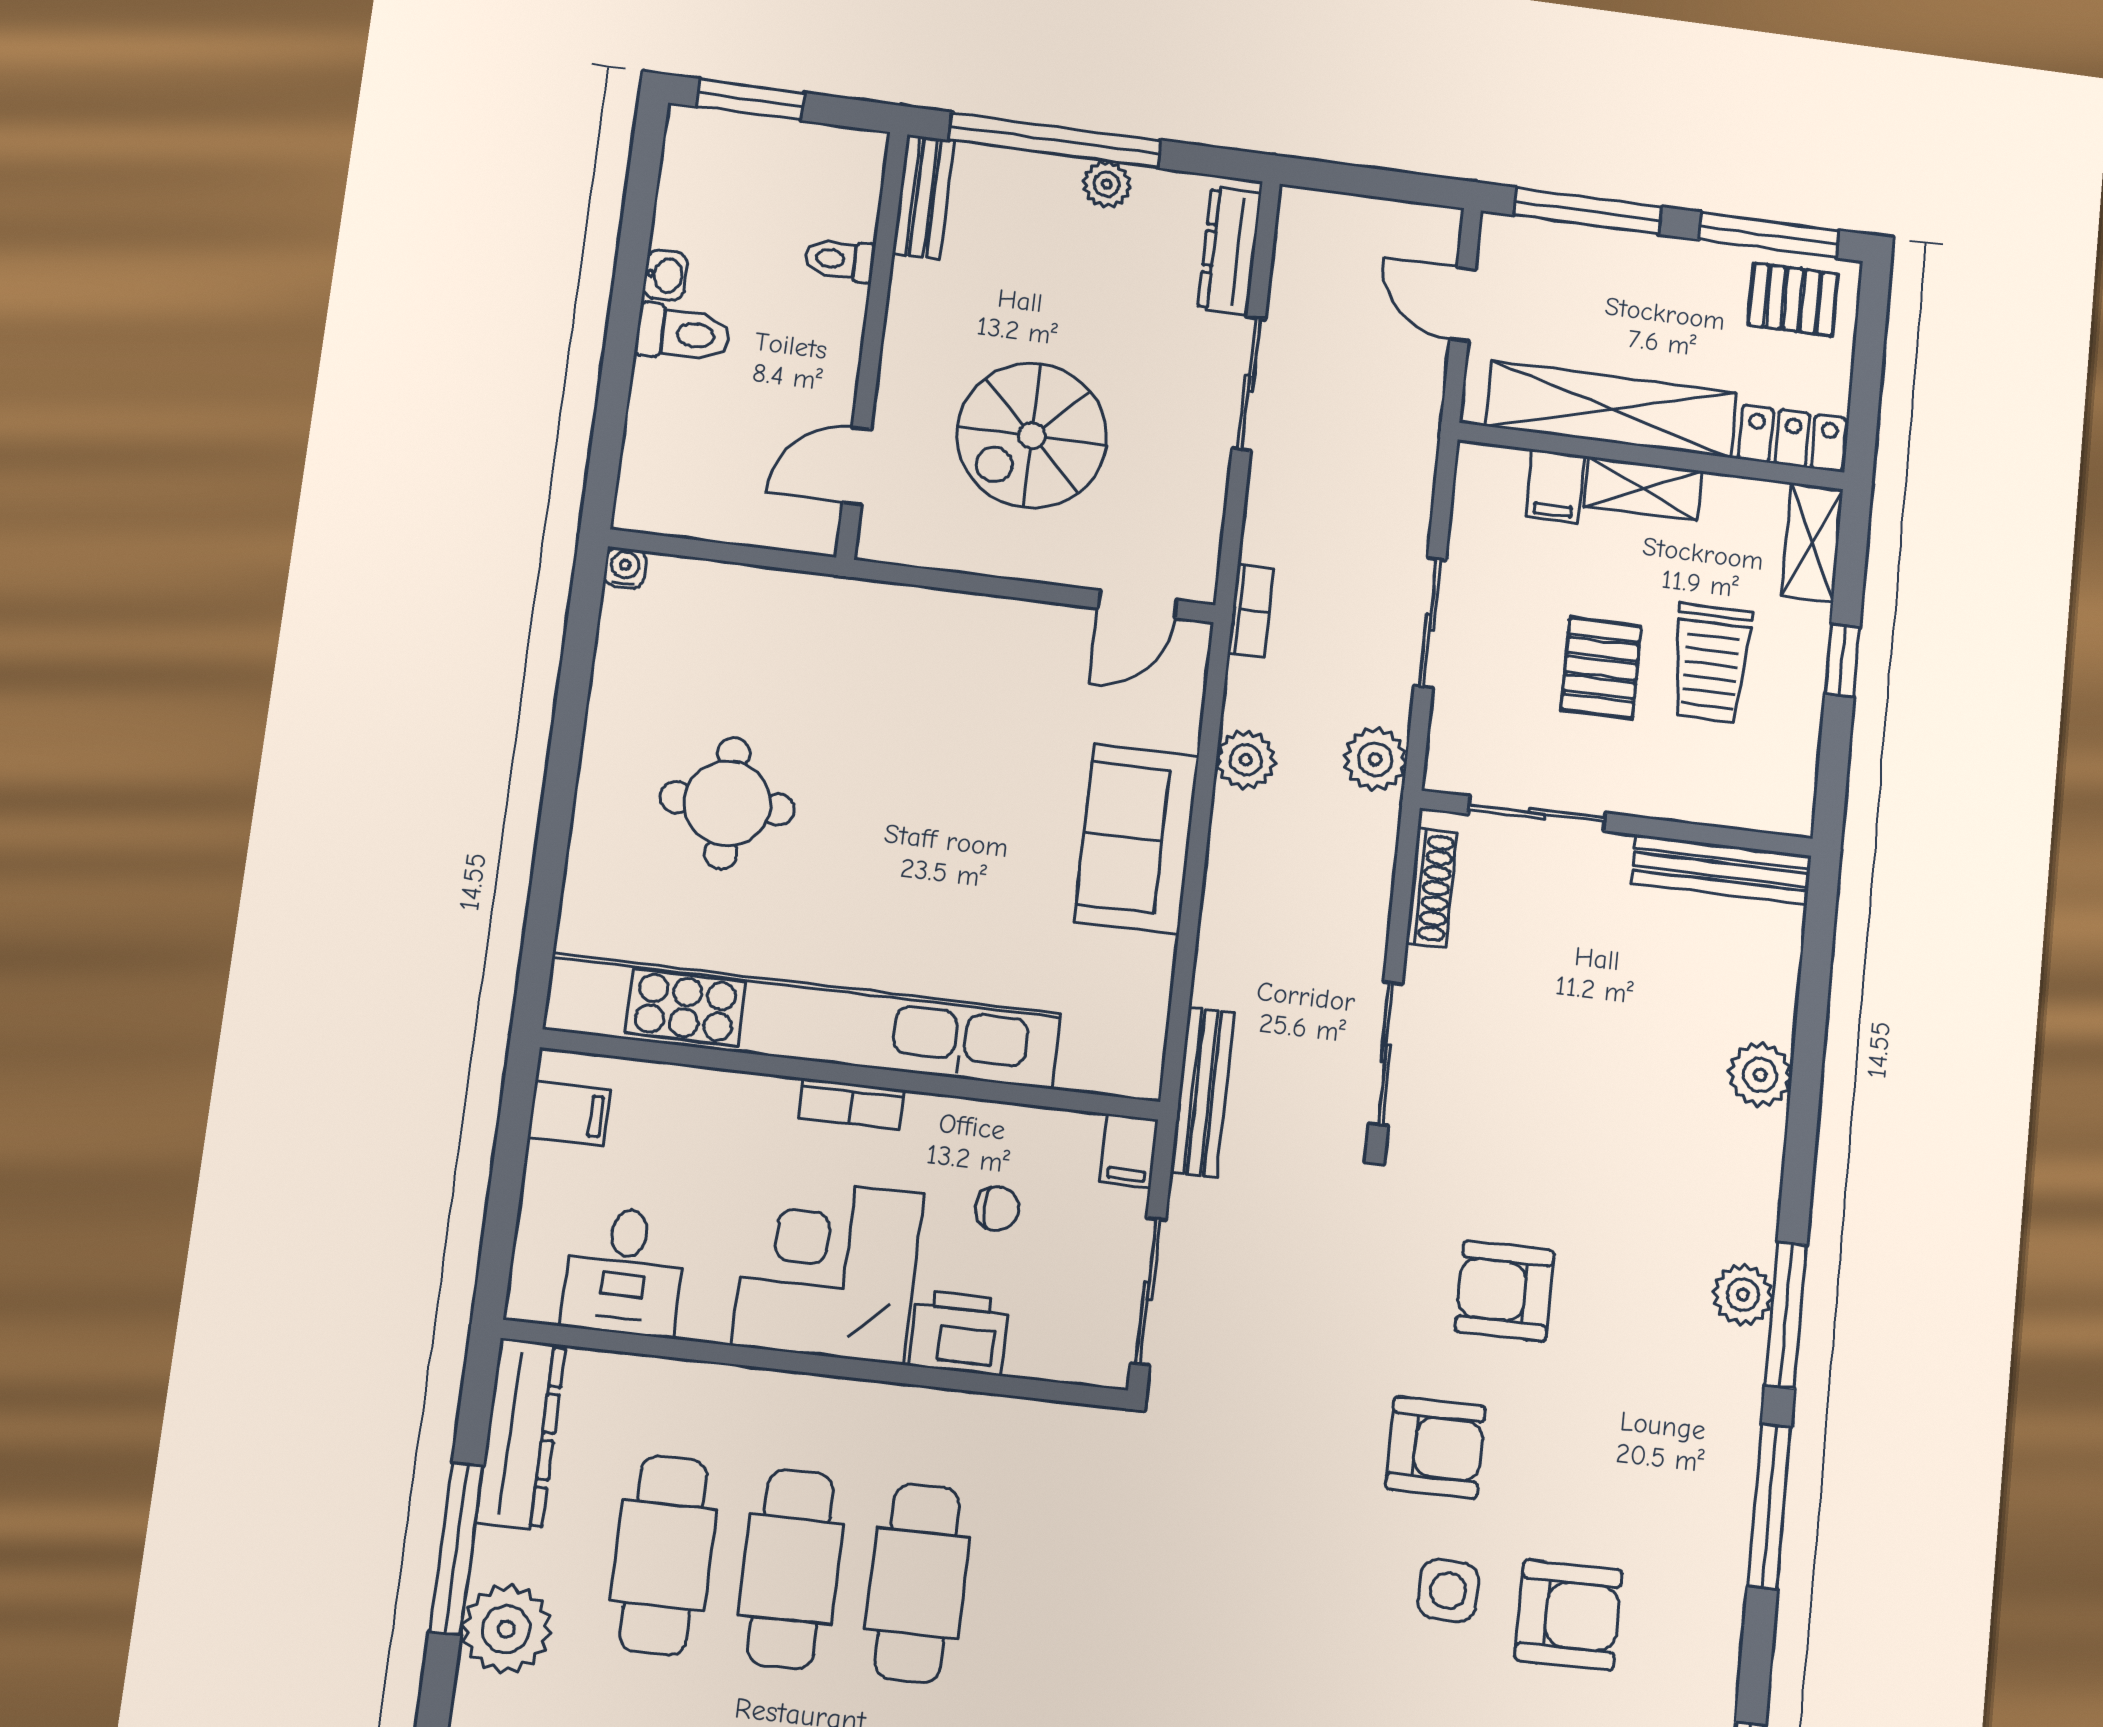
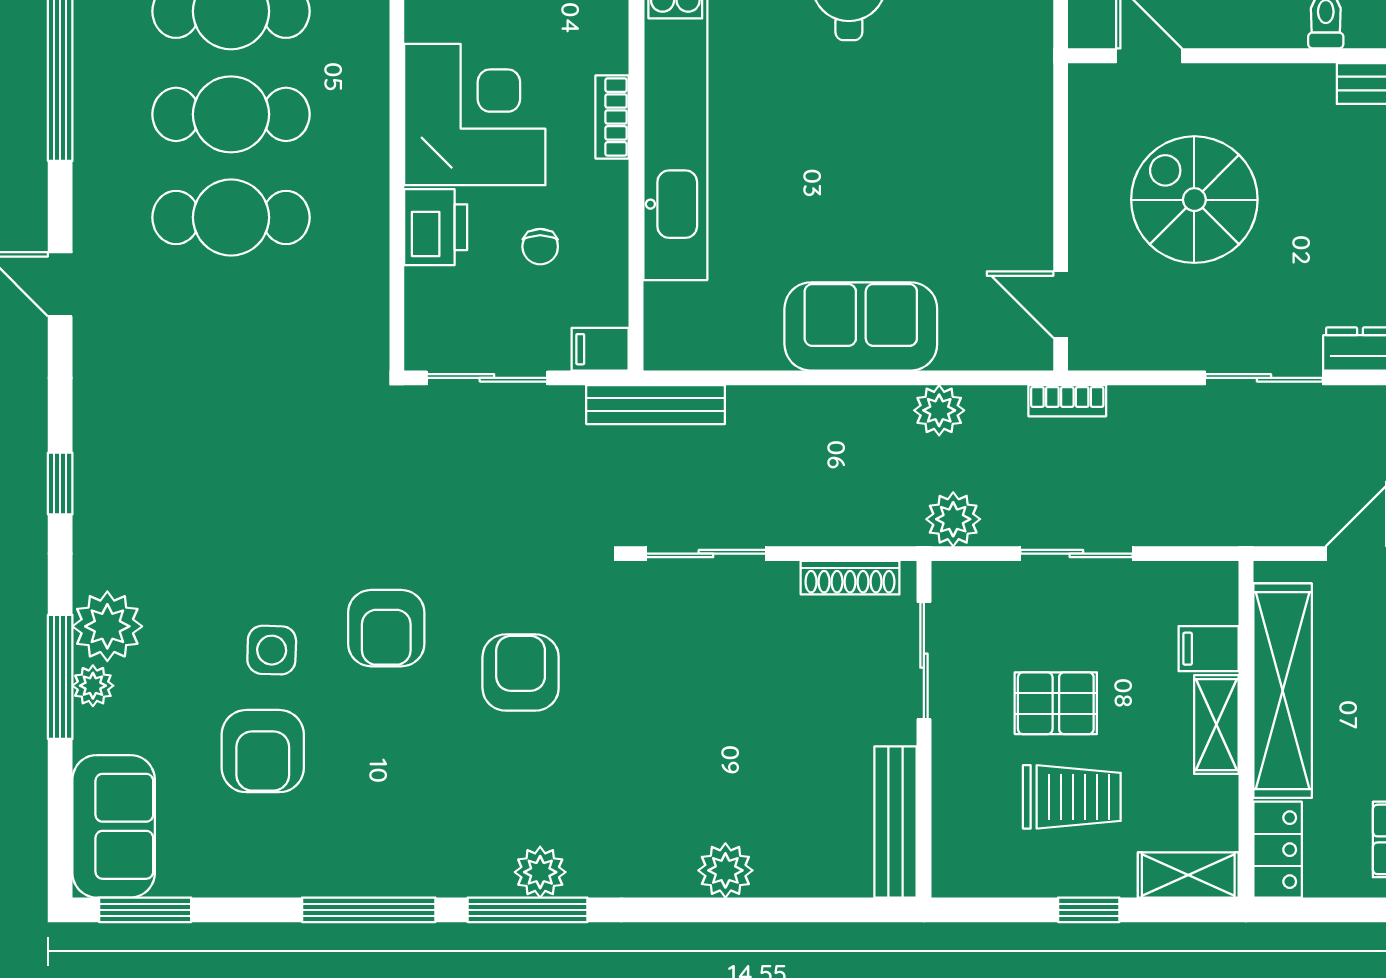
trolley: (1711, 663) -> (1072, 797), turned 180

